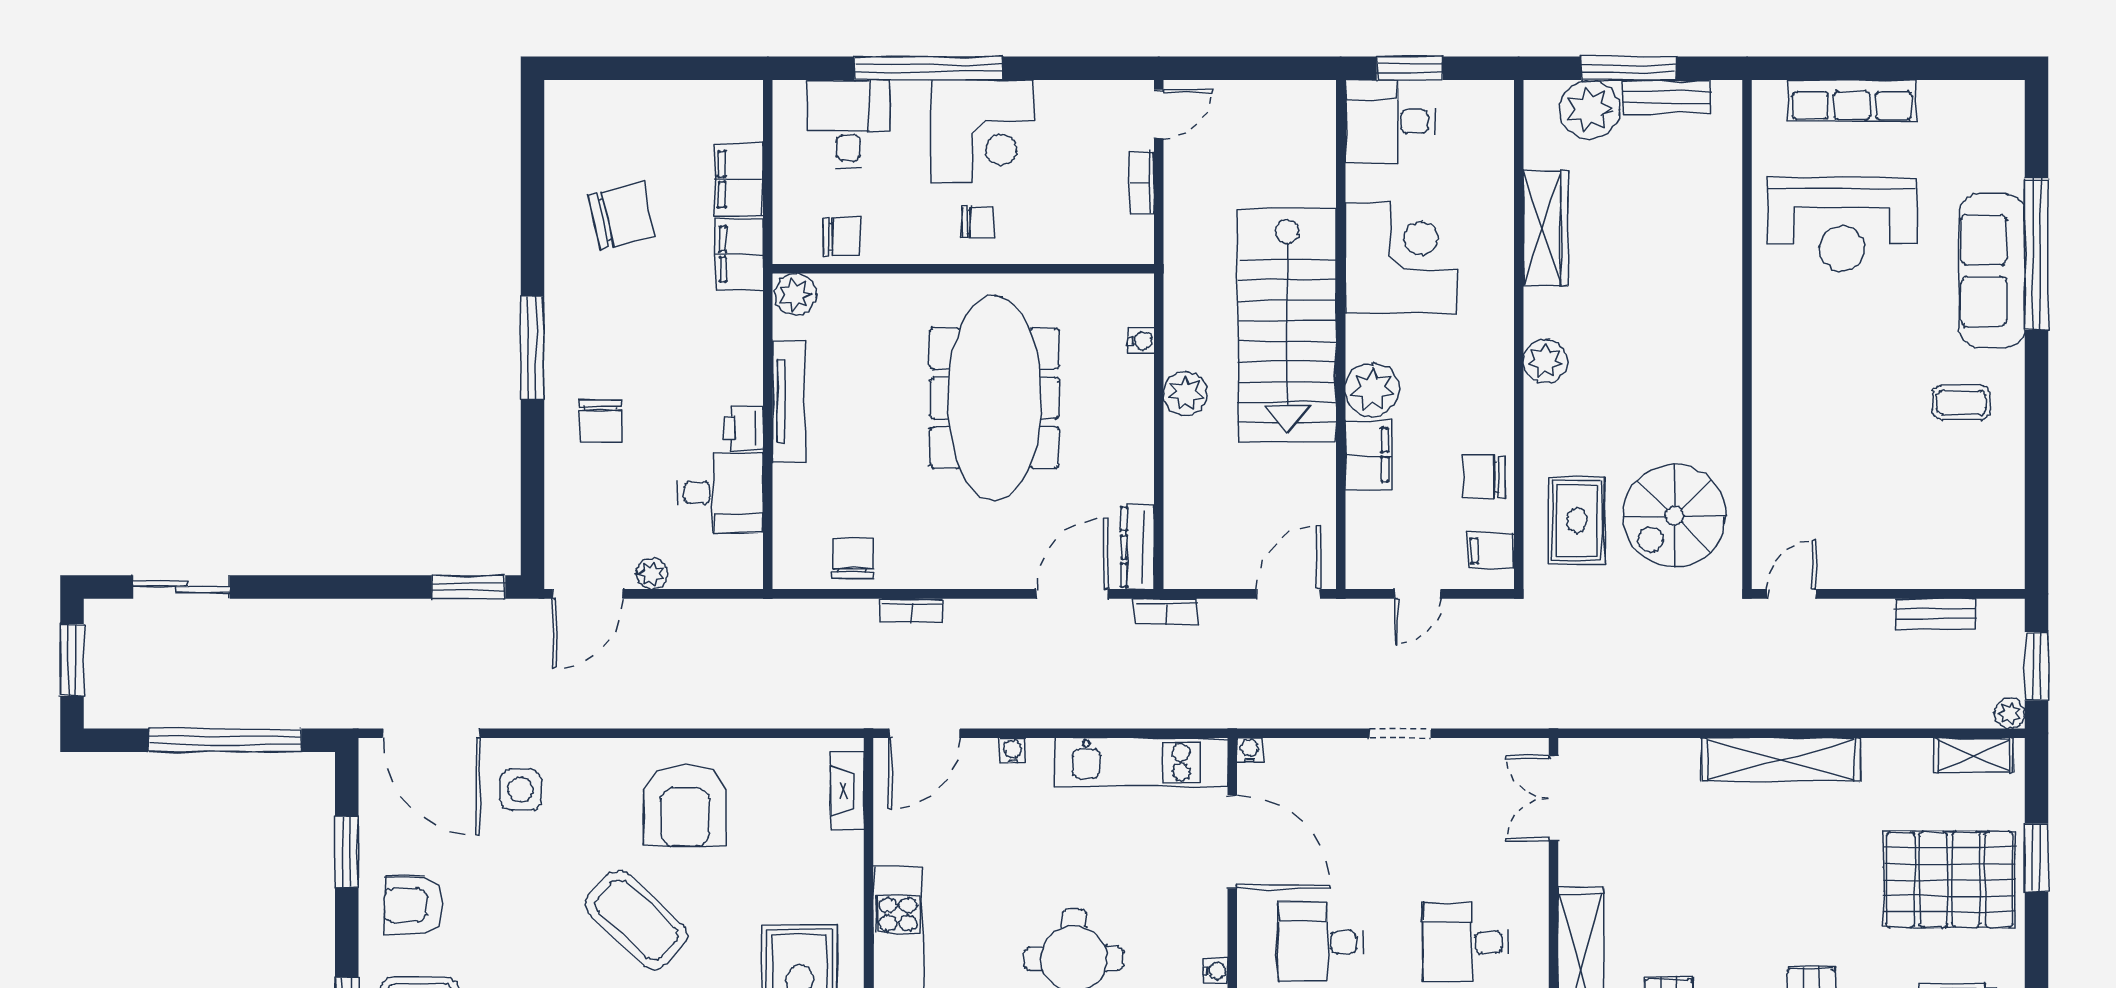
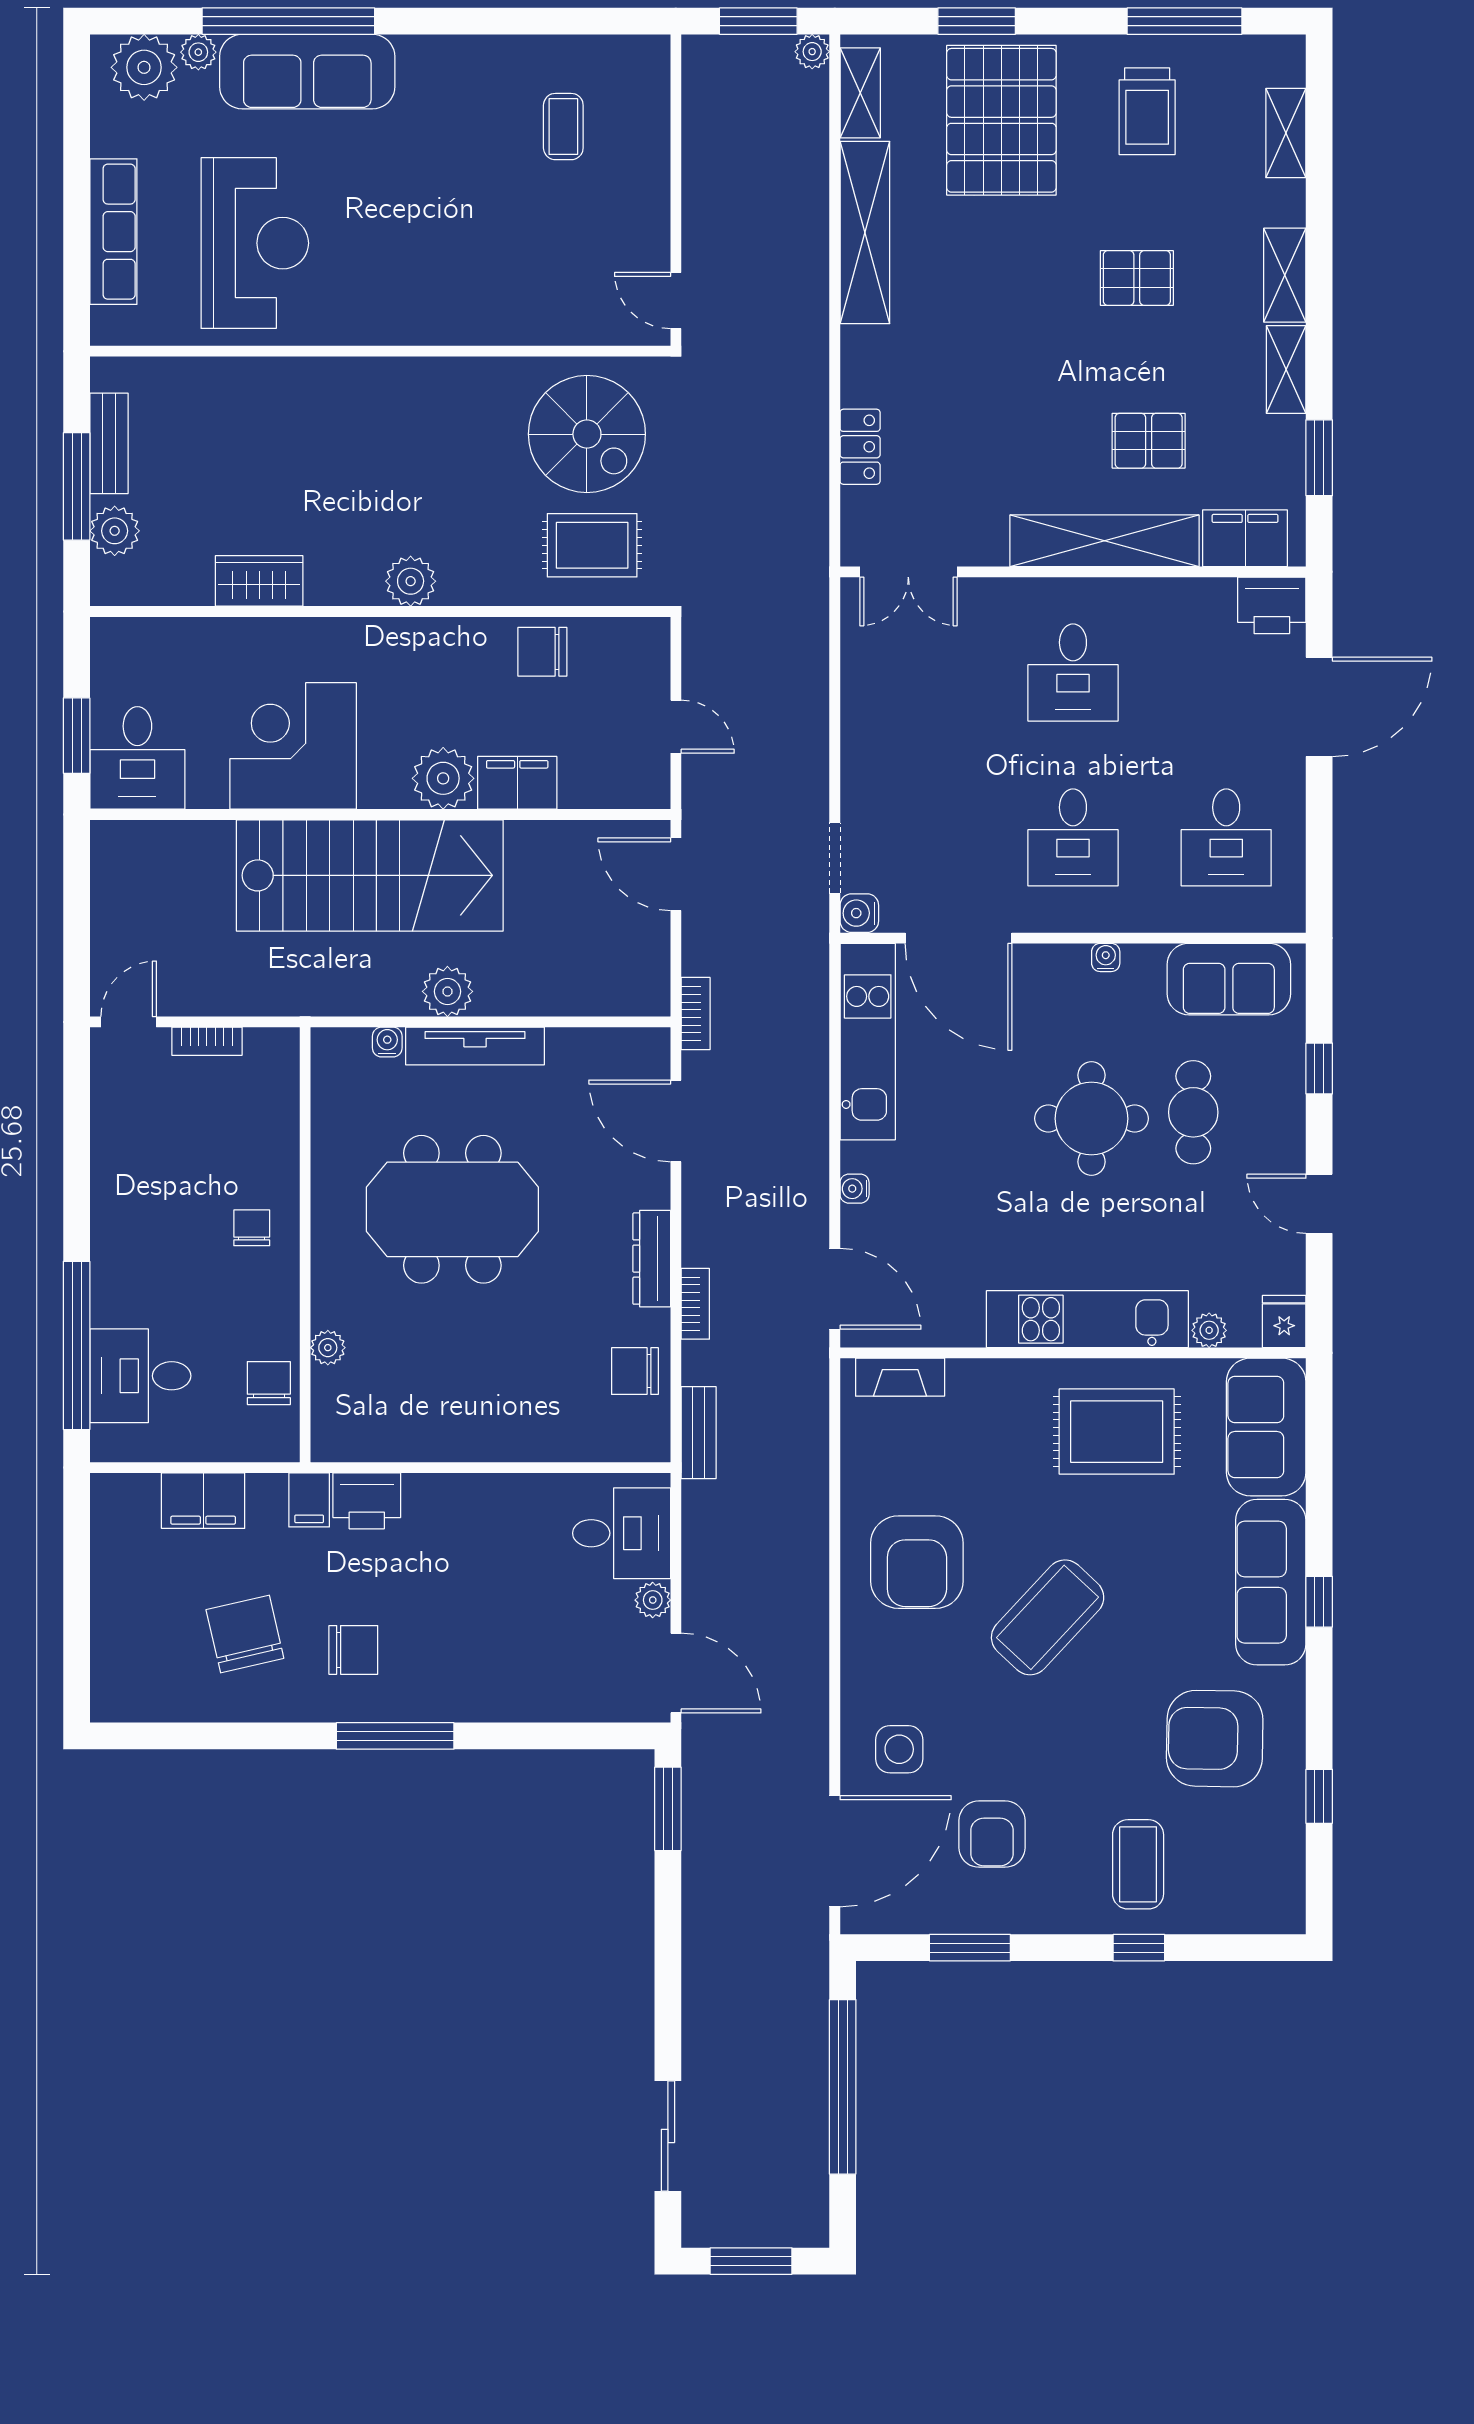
window: (928, 68) -> (77, 1345), moved
plant: (1589, 110) -> (115, 531), width x0.73, depth x0.73
door: (1159, 114) -> (129, 1022), hinge flipped
plant: (1996, 127) -> (144, 67), added
corner desk: (983, 131) -> (148, 1223), removed
plant: (2009, 175) -> (198, 52), added
wardrobe: (1546, 228) -> (259, 581), width x0.67
filing cabinet: (739, 254) -> (309, 1500), width x0.50
plant: (796, 294) -> (328, 1348), moved, width x0.73, depth x0.73
meeting table: (994, 398) -> (452, 1209), width x0.73
tv unit: (789, 401) -> (475, 1046), moved, turned 180
coffee table: (1961, 402) -> (563, 127), moved
chair: (601, 421) -> (353, 1650), moved
printer: (743, 428) -> (367, 1501), moved, width x1.36, depth x1.24
chair: (1483, 477) -> (542, 652), turned 90
desk: (720, 493) -> (622, 1533), moved, turned 90
dresser: (1138, 547) -> (652, 1259), moved, turned 90
filing cabinet: (1491, 550) -> (626, 644), removed
bench: (1935, 614) -> (699, 1433), moved
doorway: (1400, 733) -> (835, 858), moved
water cooler: (1250, 750) -> (859, 913), width x1.38, depth x1.38
locker: (1663, 755) -> (860, 447), added
shelving: (1781, 760) -> (865, 233), moved
armchair: (685, 805) -> (917, 1562), turned 90
door: (1232, 842) -> (958, 938), swing flipped
armchair: (414, 905) -> (992, 1834), moved

